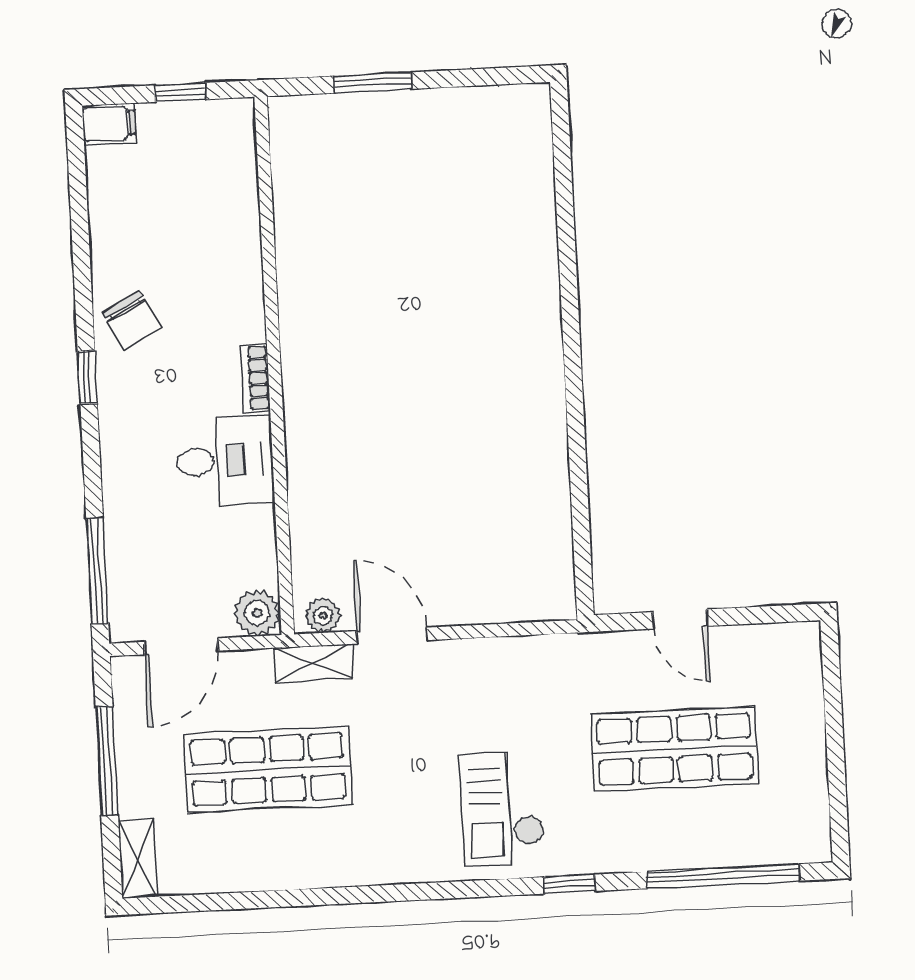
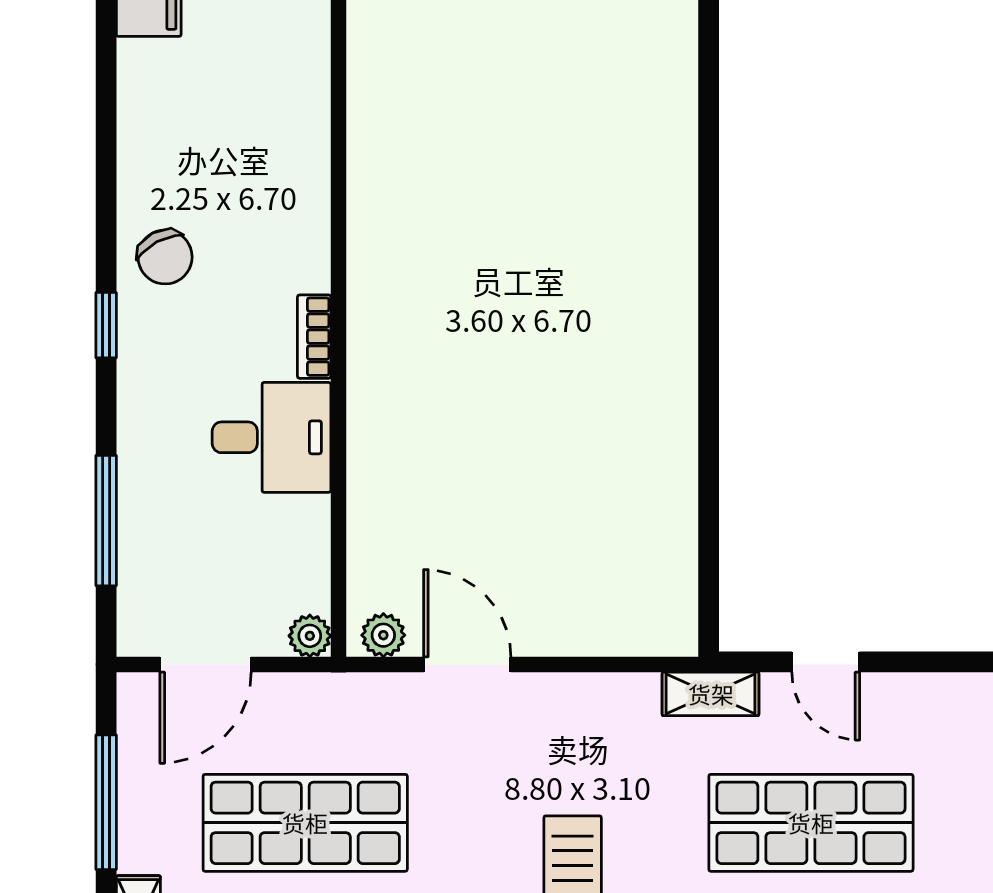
window: (97, 571) -> (106, 521), moved
plant: (257, 613) -> (310, 636), width x0.73, depth x0.73
shelving: (313, 663) -> (711, 694), moved

